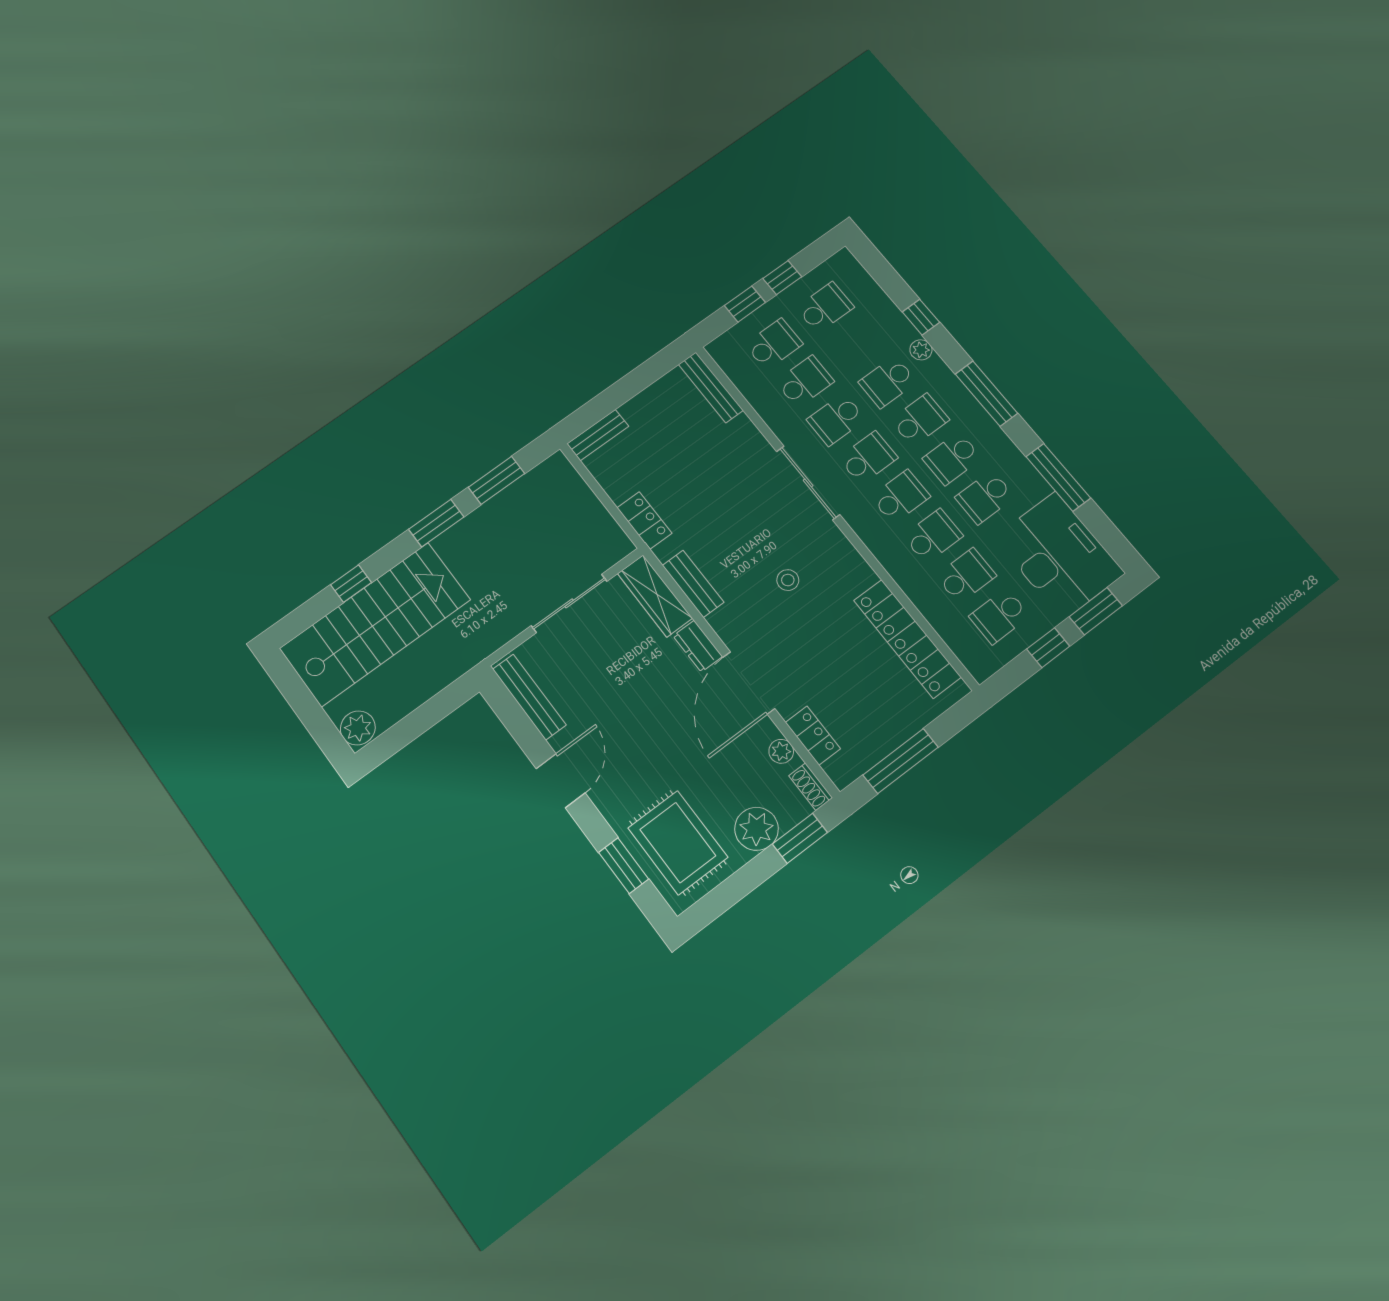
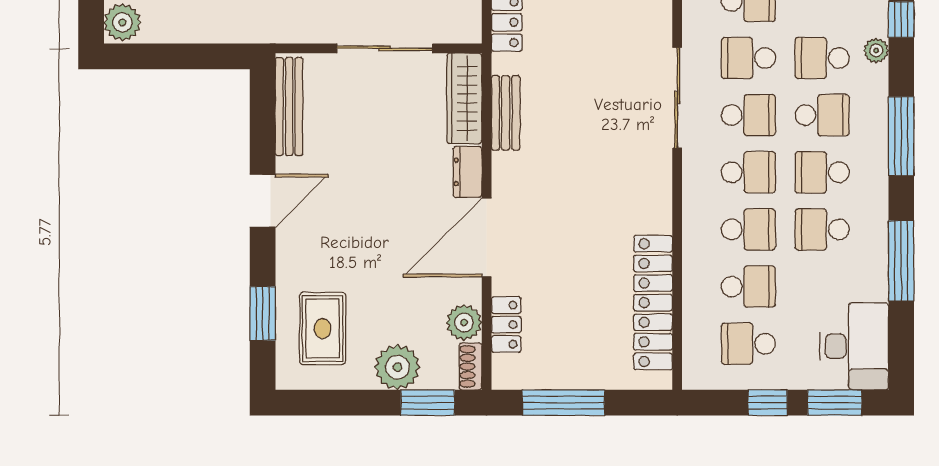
desk: (1059, 555) -> (854, 346), width x0.73, depth x0.77
stool: (788, 580) -> (591, 172), removed
plant: (781, 751) -> (464, 323), width x1.38, depth x1.38
rug: (678, 843) -> (323, 329), width x0.73, depth x0.70

